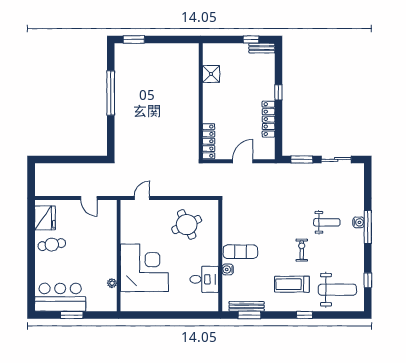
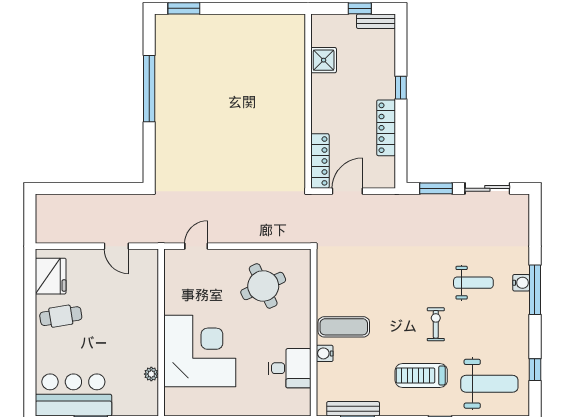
shower: (211, 74) -> (324, 60), moved
wall: (201, 101) -> (308, 101), moved
locker: (209, 141) -> (320, 161), moved

